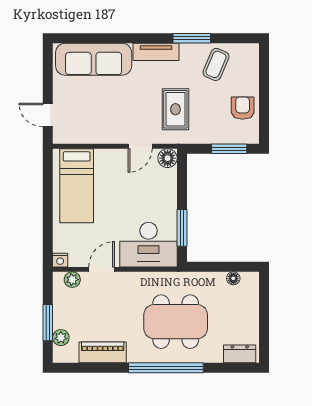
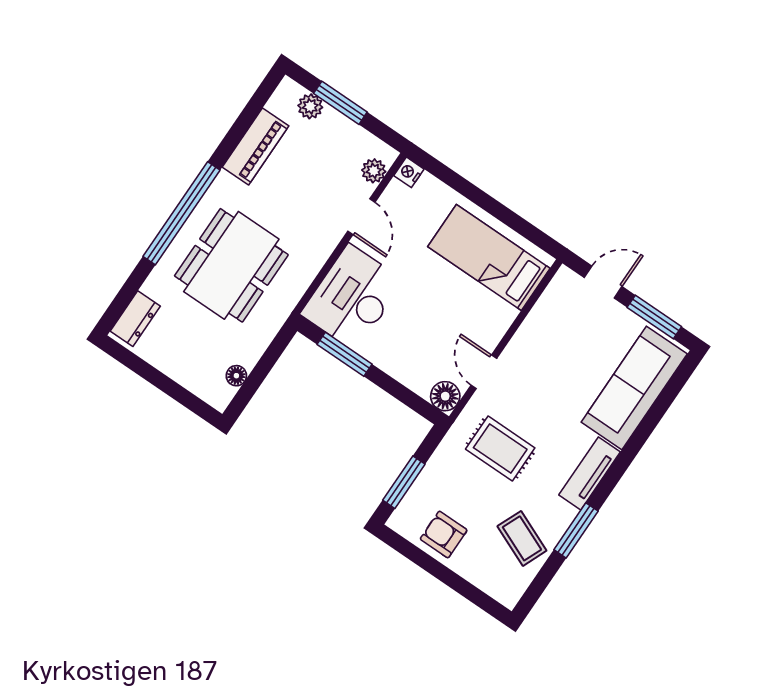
window: (48, 74) -> (654, 317), added
armchair: (243, 108) -> (444, 534), turned 180

